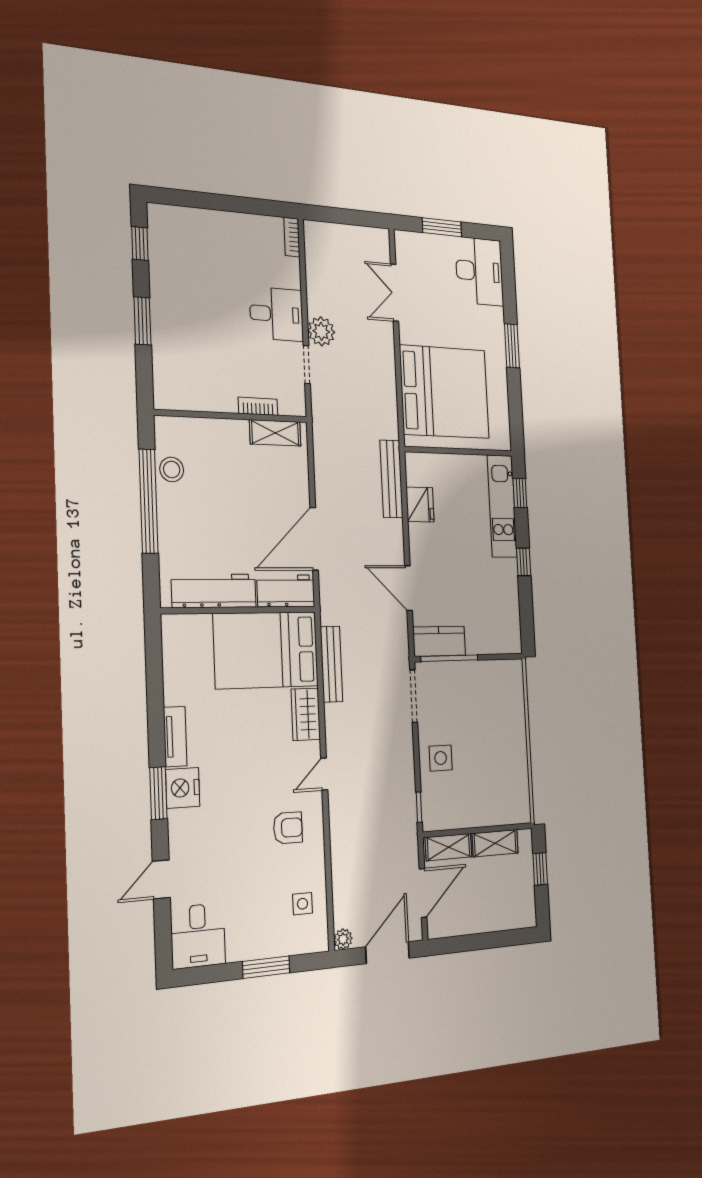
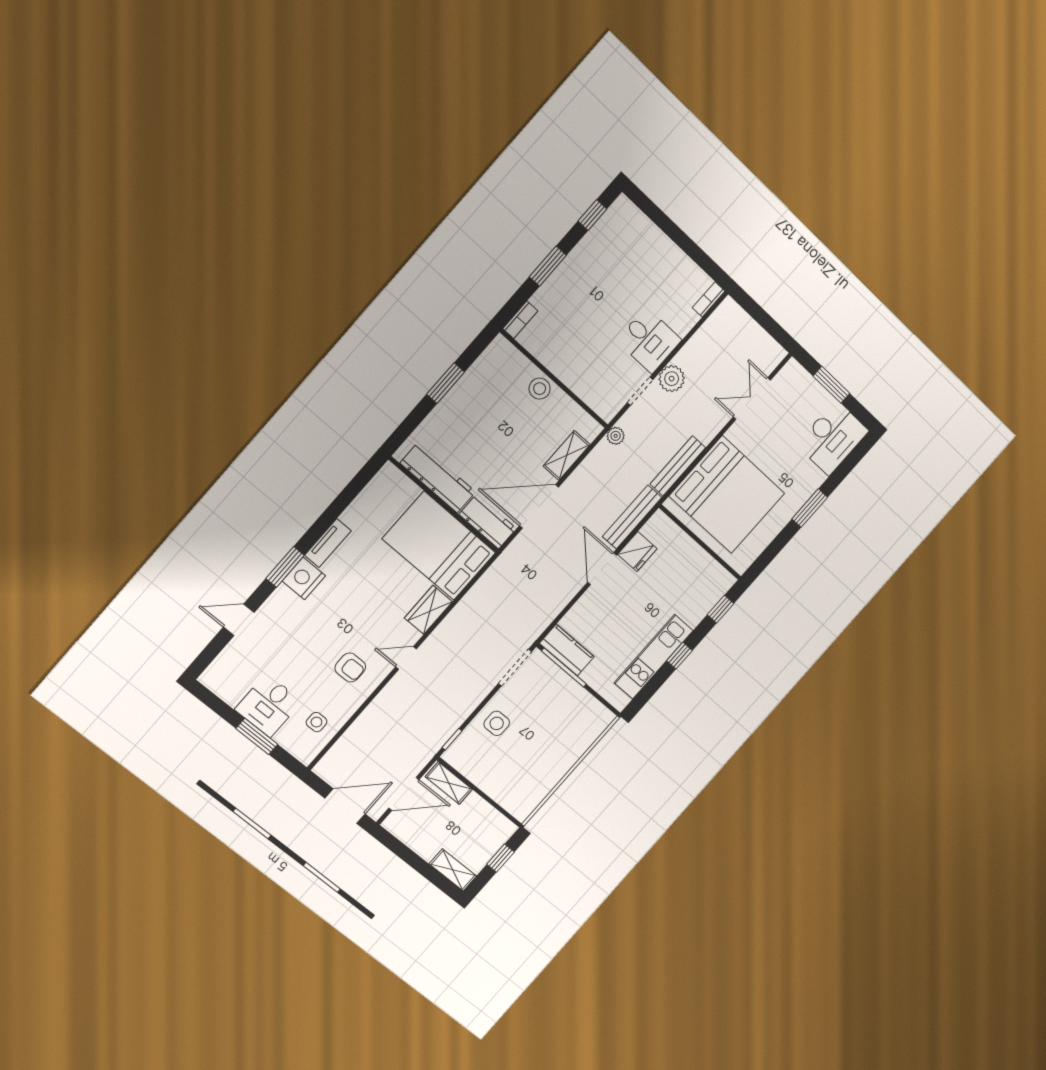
bookcase: (258, 406) -> (520, 320), moved, turned 90
shelving: (275, 433) -> (567, 455), moved, turned 90
stool: (172, 469) -> (540, 389), moved
window: (149, 501) -> (445, 383), width x0.47
kitchen unit: (502, 506) -> (654, 657), moved
door: (409, 588) -> (602, 569), moved
bench: (331, 664) -> (678, 466), moved
shelving: (495, 843) -> (453, 870), moved
desk: (198, 936) -> (268, 705), moved
plant: (343, 939) -> (616, 436), moved

